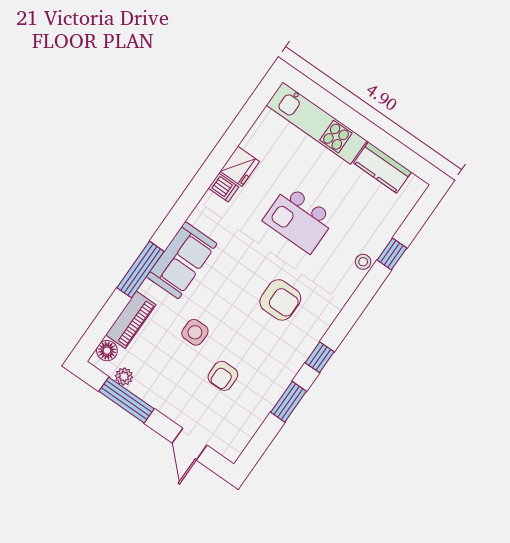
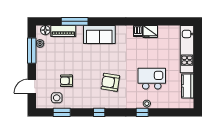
kitchen island: (299, 219) -> (152, 79), moved, turned 90
window: (392, 254) -> (142, 112), moved
window: (140, 270) -> (75, 21), moved
armchair: (280, 300) -> (110, 82), turned 99
side table: (195, 332) -> (57, 98), moved
window: (289, 402) -> (62, 112), moved

